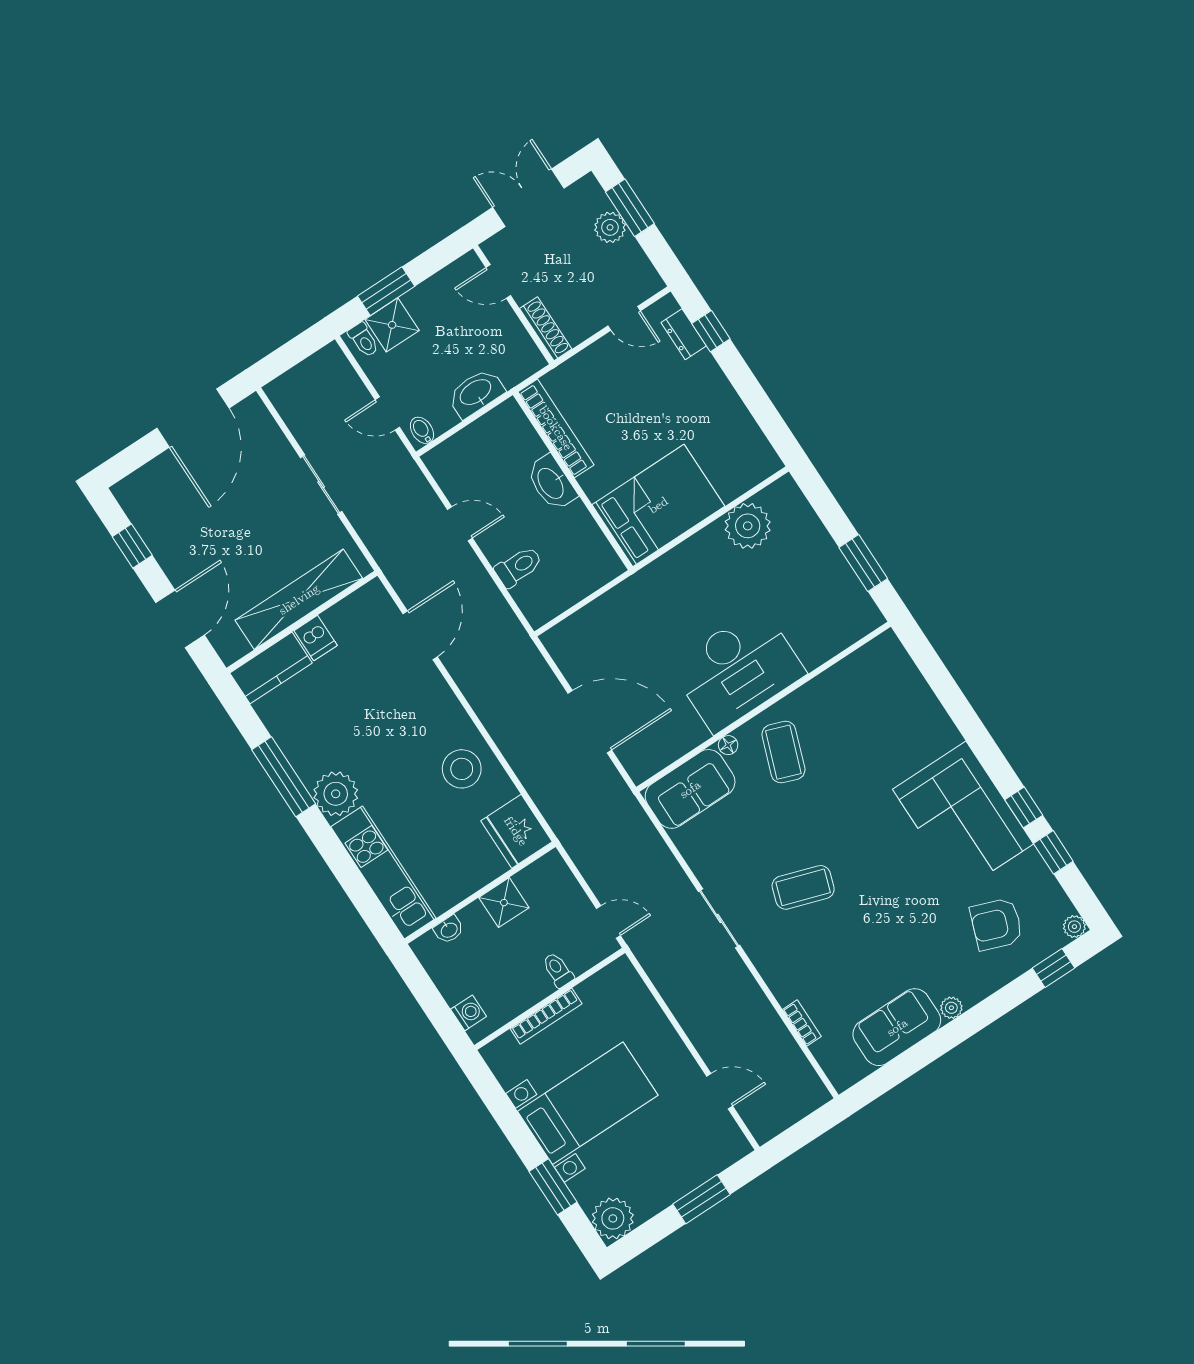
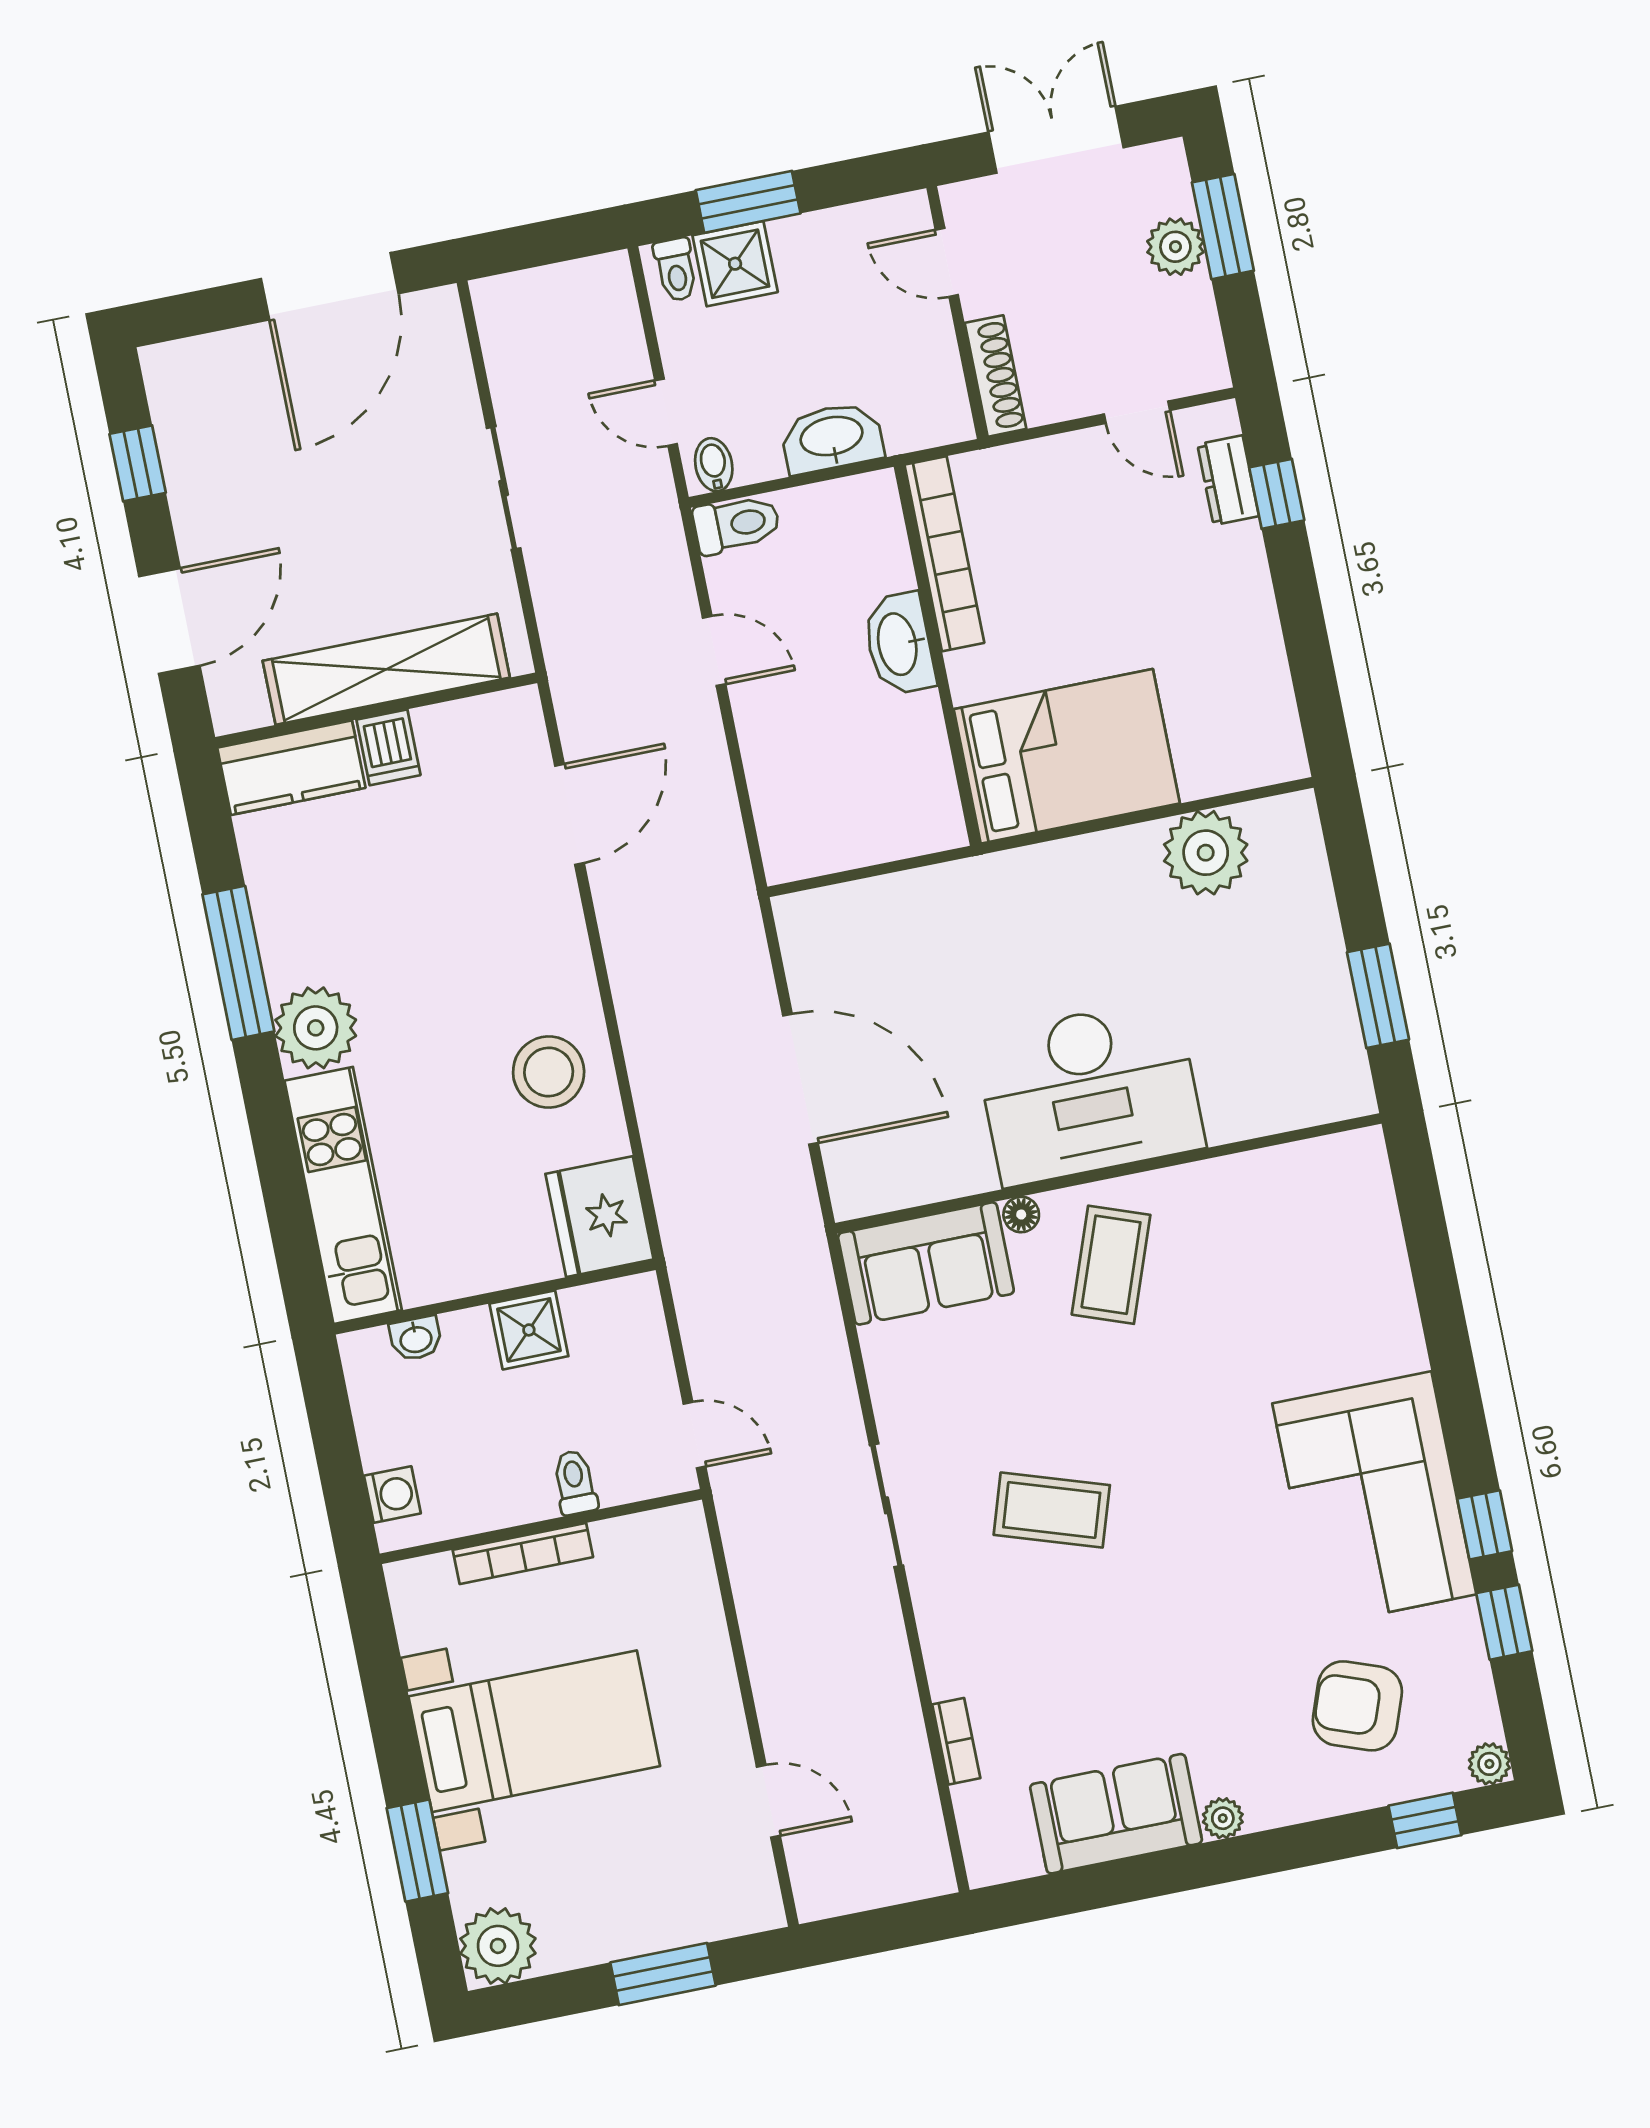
toilet: (518, 567) -> (737, 524), moved

